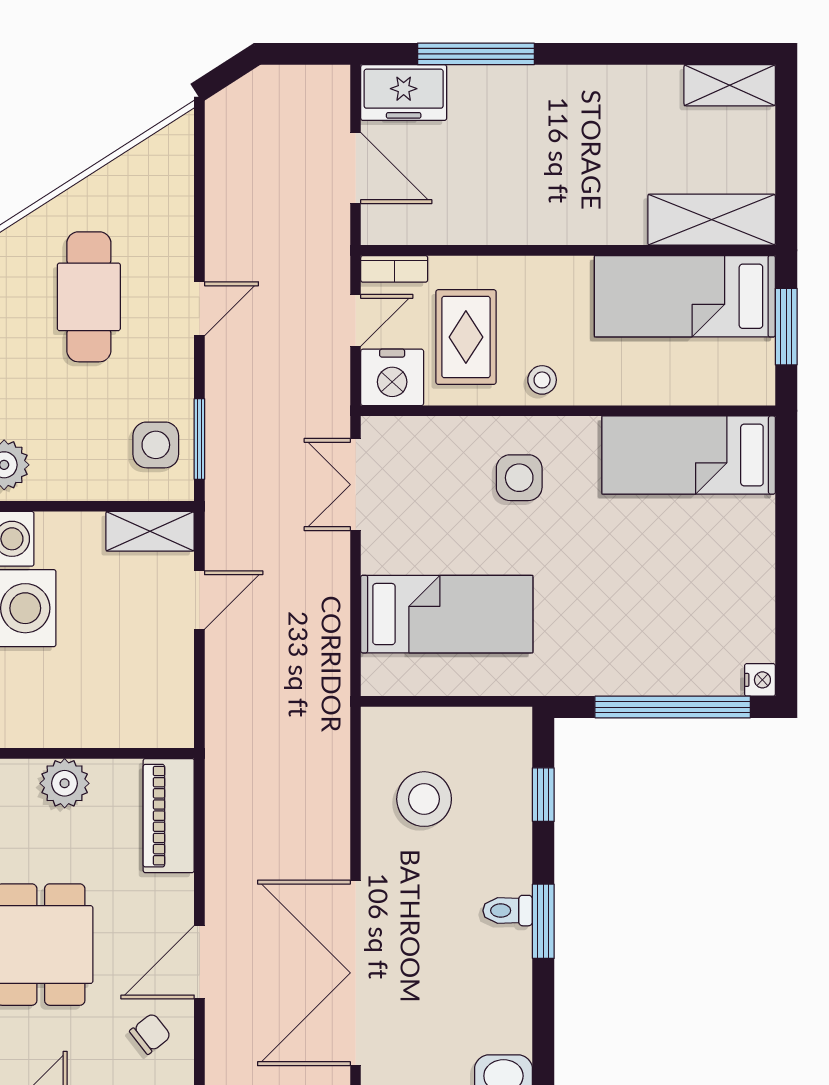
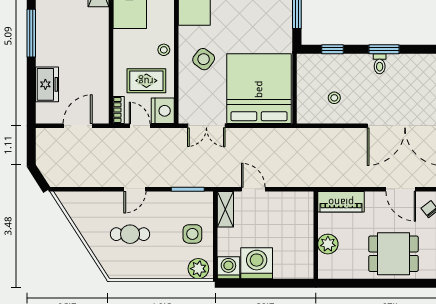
window: (476, 54) -> (31, 33), moved
freezer: (404, 93) -> (47, 84), moved
cafe table: (89, 297) -> (130, 234), width x0.73, depth x0.74
door: (199, 309) -> (135, 189), swing flipped
side table: (156, 445) -> (192, 234), moved
side table: (519, 478) -> (204, 59), turned 37
bed: (447, 614) -> (259, 89), width x2.04
stool: (424, 799) -> (334, 98), width x0.53, depth x0.53

